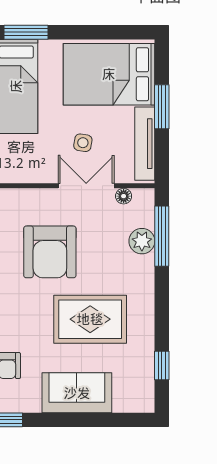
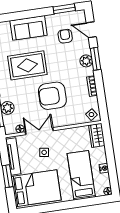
window: (26, 32) -> (80, 203), removed
double door: (86, 186) -> (39, 131), swing flipped
armchair: (50, 252) -> (52, 96), turned -90

